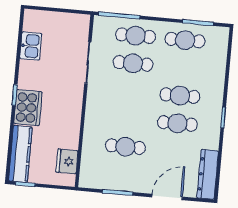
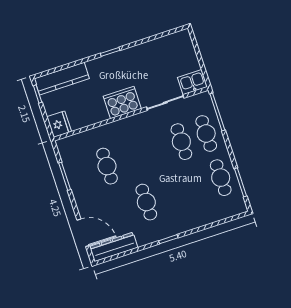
kitchen sink: (31, 46) -> (192, 82), moved, turned 180
cafe table: (180, 96) -> (171, 194), removed
cooker: (28, 108) -> (122, 102), moved, turned 180
fridge: (67, 161) -> (59, 124), moved, turned 90
door: (167, 197) -> (83, 233), moved

